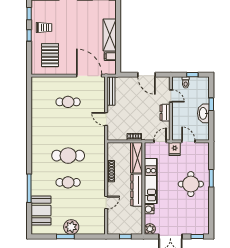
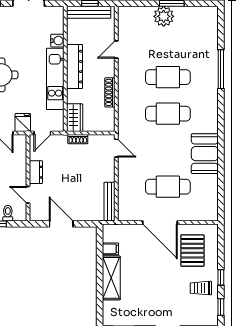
door: (89, 76) -> (160, 222), moved
cafe table: (68, 102) -> (168, 187), width x1.37, depth x1.35
door: (106, 119) -> (116, 148), moved
wardrobe: (137, 158) -> (75, 118), width x0.67
cafe table: (68, 182) -> (168, 77), width x1.37, depth x1.35
booth: (41, 211) -> (205, 154), moved
plant: (150, 229) -> (56, 14), removed
bench: (126, 230) -> (89, 12), added

